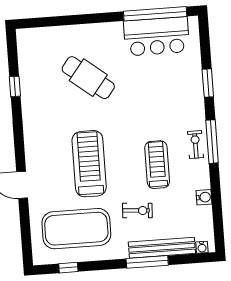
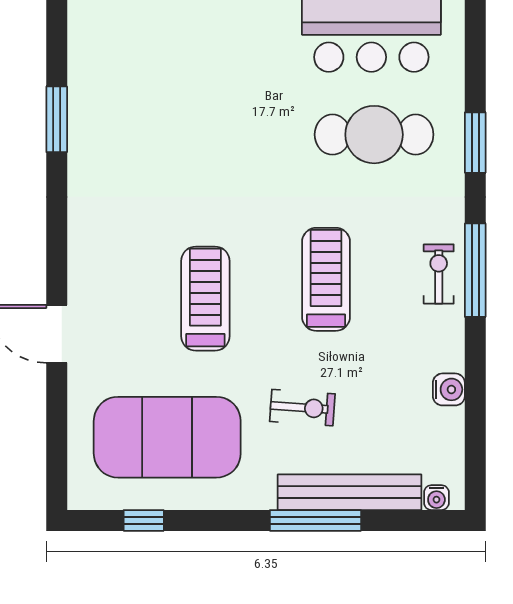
cafe table: (88, 78) -> (374, 135), moved, turned -38
window: (15, 86) -> (57, 119), width x1.50
treadmill: (89, 164) -> (205, 299), width x0.73, depth x0.73
treadmill: (157, 165) -> (326, 279), moved

